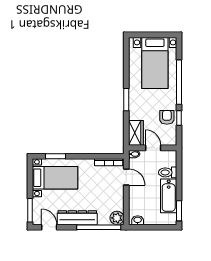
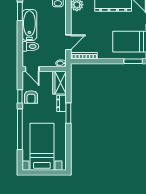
dresser: (134, 110) -> (61, 103), added
door: (153, 148) -> (32, 69), moved
door: (126, 177) -> (68, 42), swing flipped

